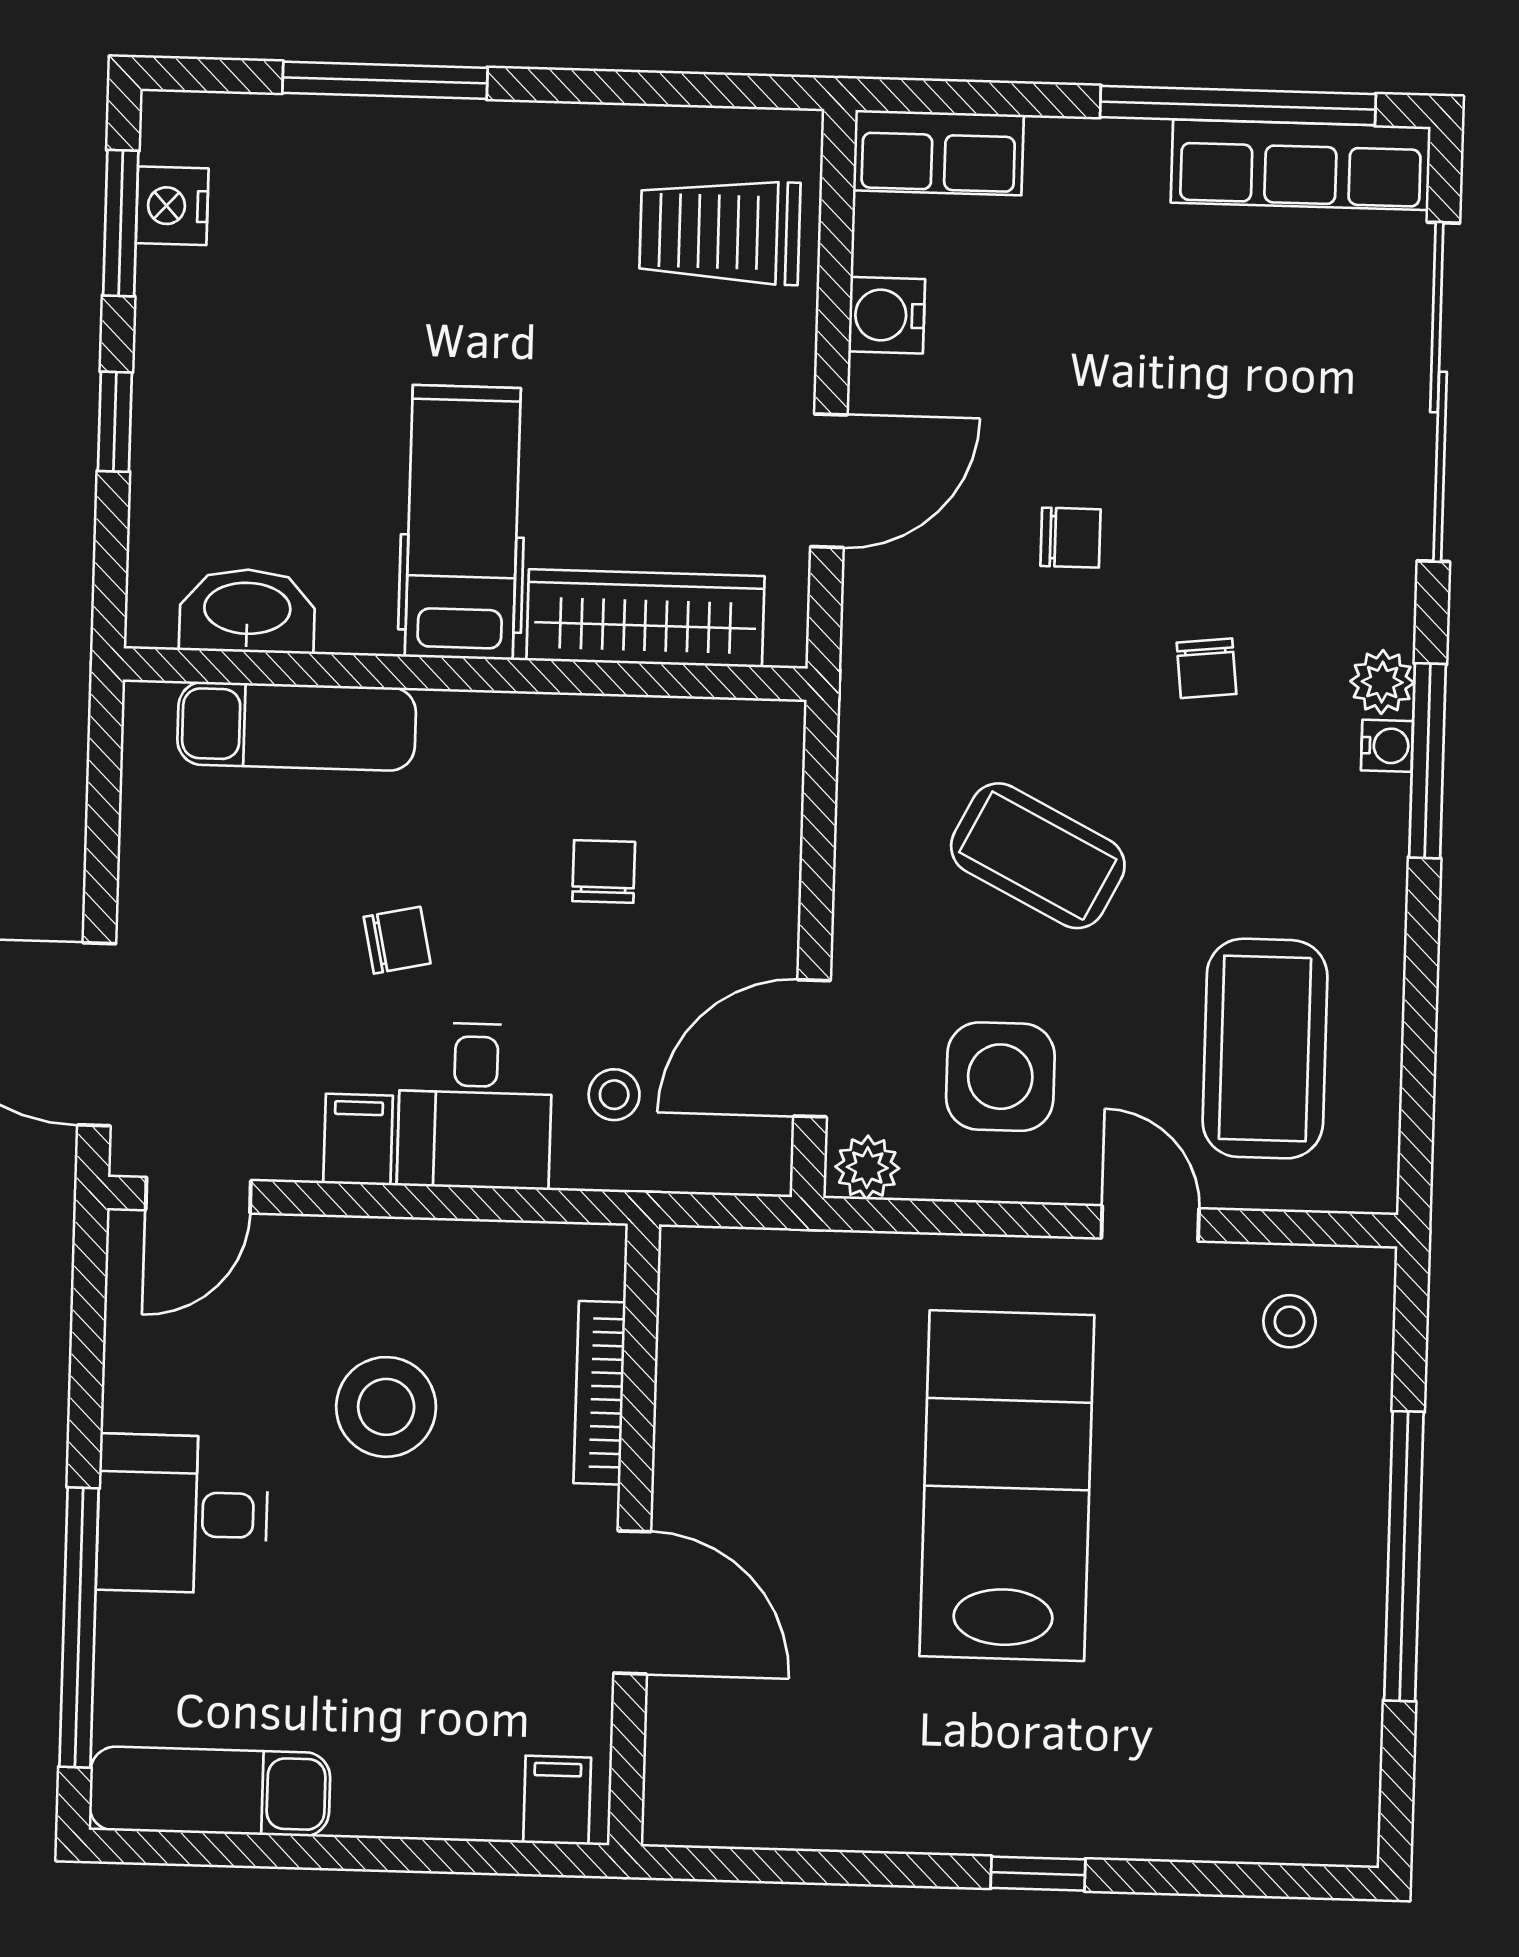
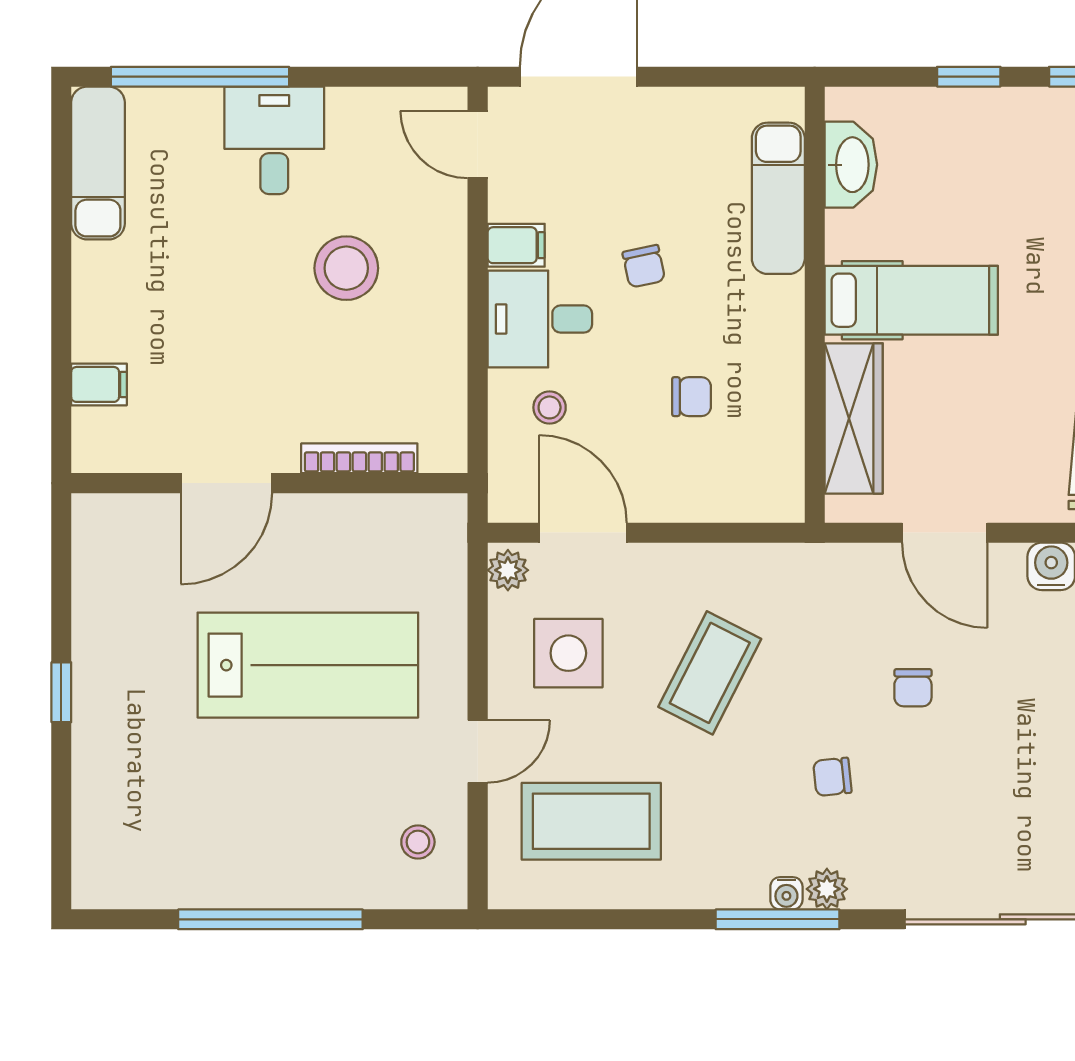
bookcase: (600, 1393) -> (359, 458), moved
wall: (634, 1535) -> (269, 483), moved
door: (632, 1602) -> (226, 483), moved

